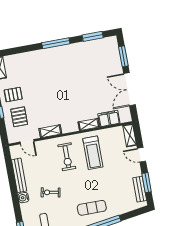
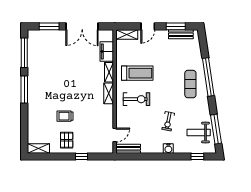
window: (93, 36) -> (24, 53), width x1.44
trolley: (37, 89) -> (65, 116), added
pallet: (19, 117) -> (89, 138), removed
shelving: (50, 131) -> (109, 93), moved
bench: (19, 175) -> (128, 149), moved, width x0.73

